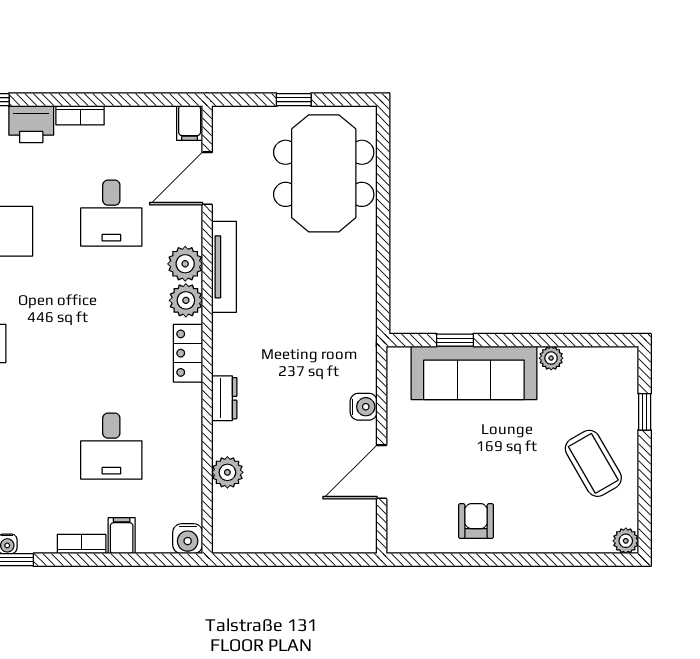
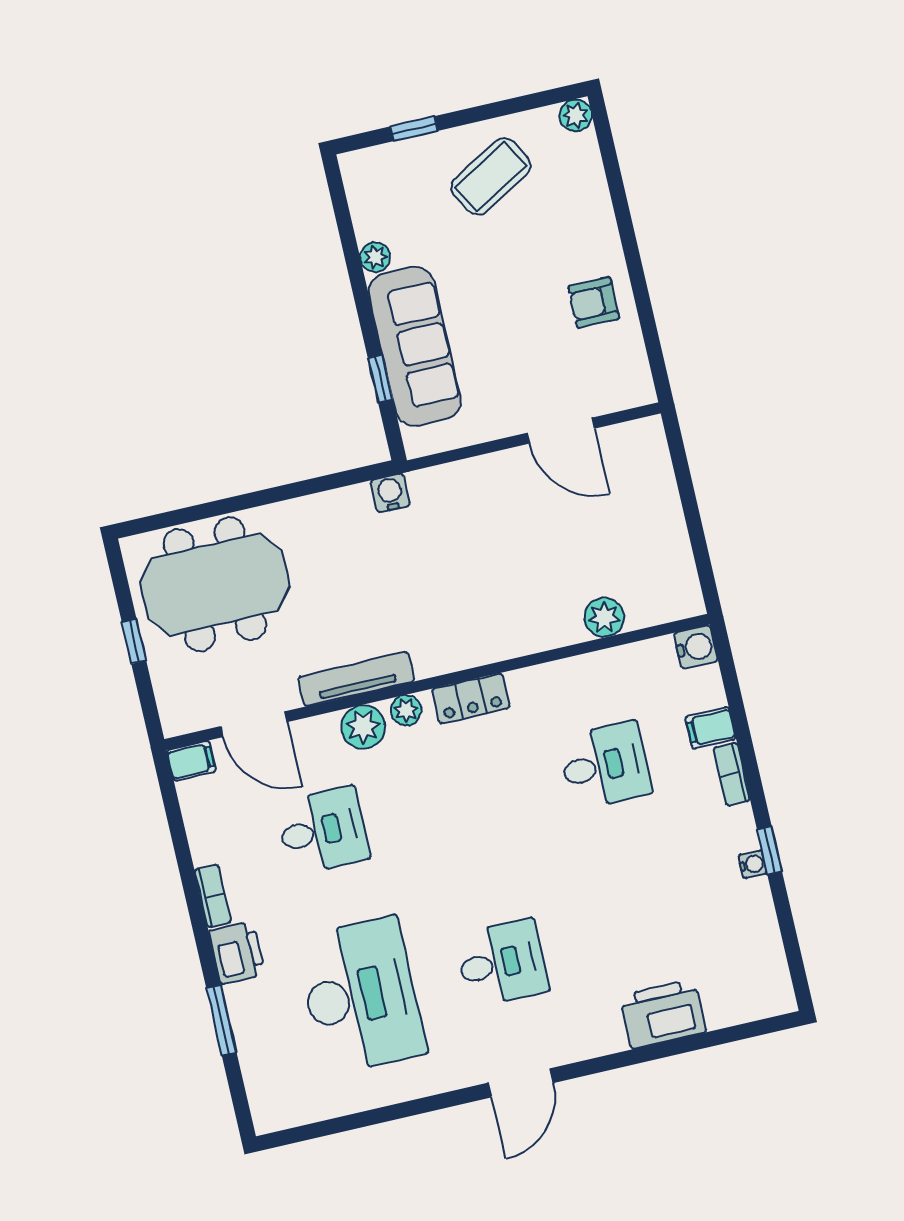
plant: (186, 300) -> (406, 710), width x0.73, depth x0.73
dresser: (224, 398) -> (515, 642), removed
water cooler: (364, 407) -> (390, 493), moved

